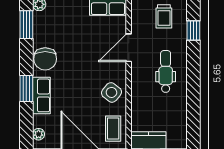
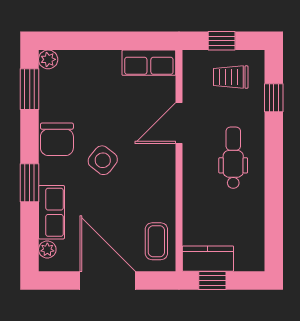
trolley: (164, 16) -> (231, 77), turned 90
side table: (111, 92) -> (103, 160), moved
row of seats: (41, 95) -> (51, 212), moved

